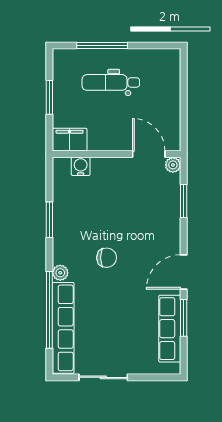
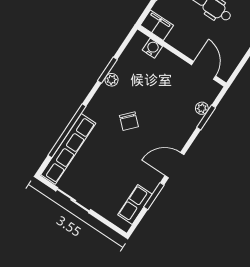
plant: (173, 165) -> (202, 108), moved
chair: (107, 258) -> (129, 121), turned 43
plant: (60, 273) -> (112, 80), moved
row of seats: (170, 329) -> (135, 204), width x0.68

